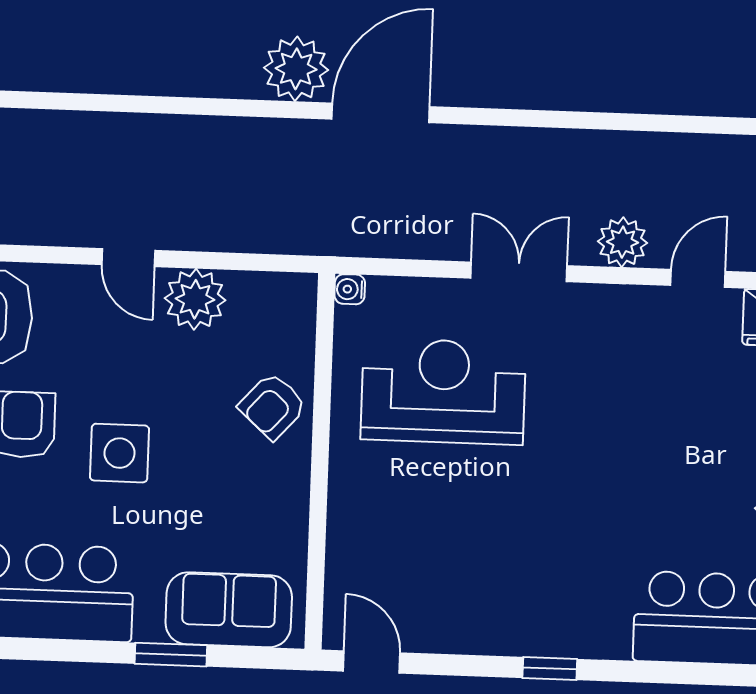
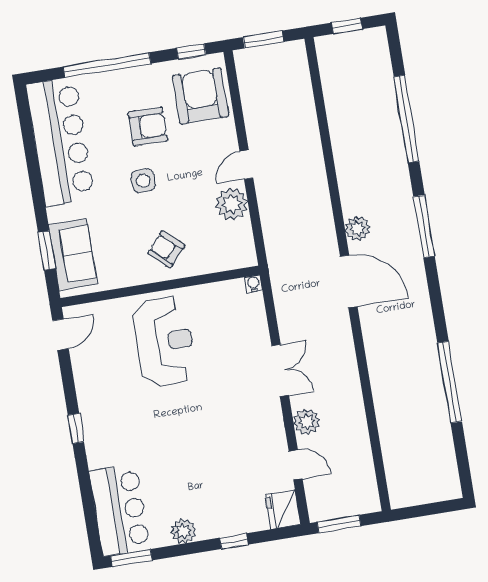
plant: (296, 69) -> (358, 229), width x0.73, depth x0.73
reception desk: (443, 391) -> (164, 342), moved
armchair: (273, 406) -> (166, 249), moved
side table: (120, 453) -> (143, 181), width x0.73, depth x0.73
window: (171, 655) -> (47, 251), moved

